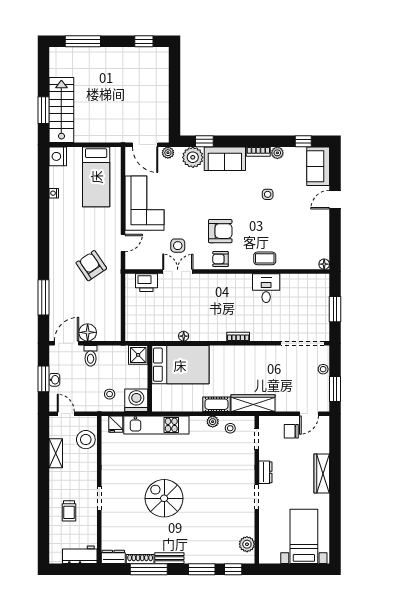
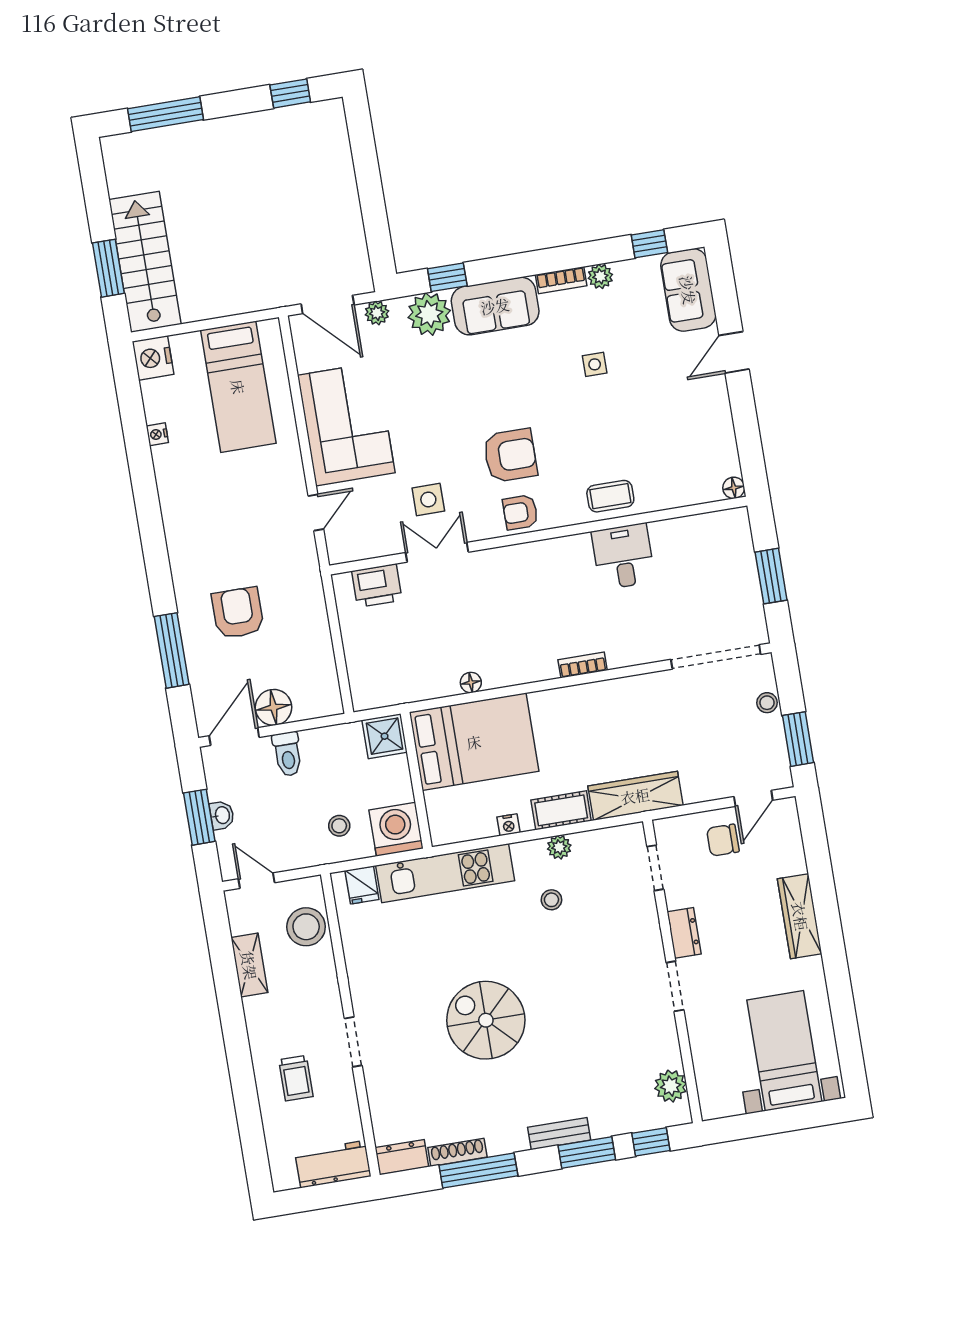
armchair: (91, 266) -> (238, 613), moved, turned 34
nightstand: (190, 407) -> (508, 825), added
stool: (230, 428) -> (551, 900), moved
bench: (169, 558) -> (559, 1134), moved

